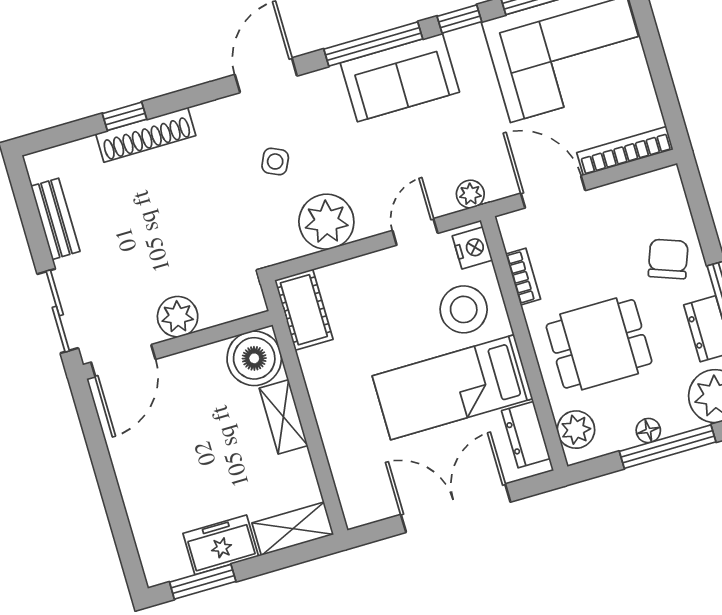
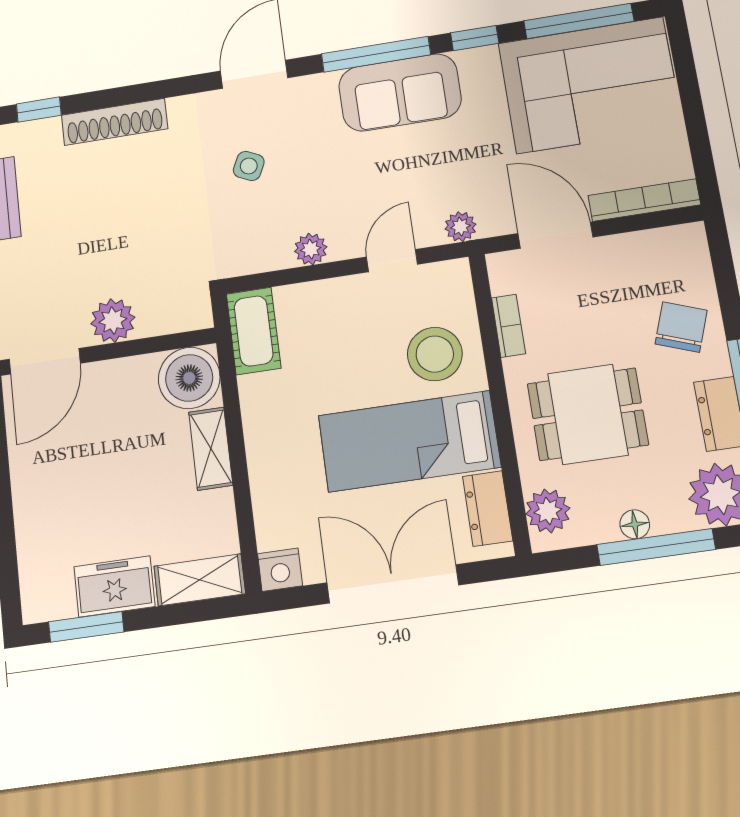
window: (124, 116) -> (39, 110), moved
plant: (326, 222) -> (311, 249), width x0.53, depth x0.53
nightstand: (472, 248) -> (280, 570), moved, turned 90

